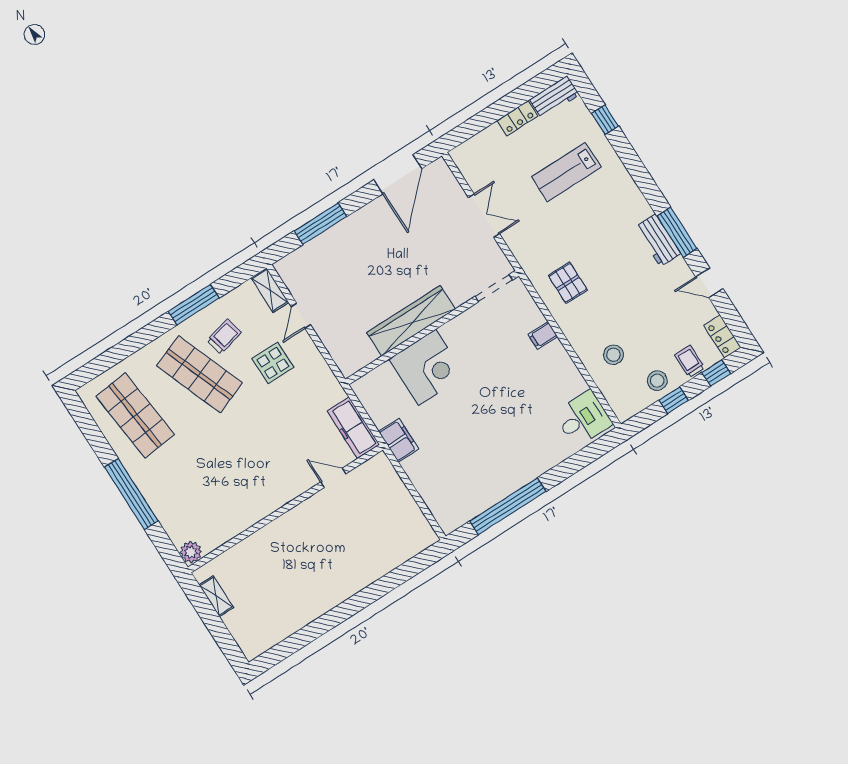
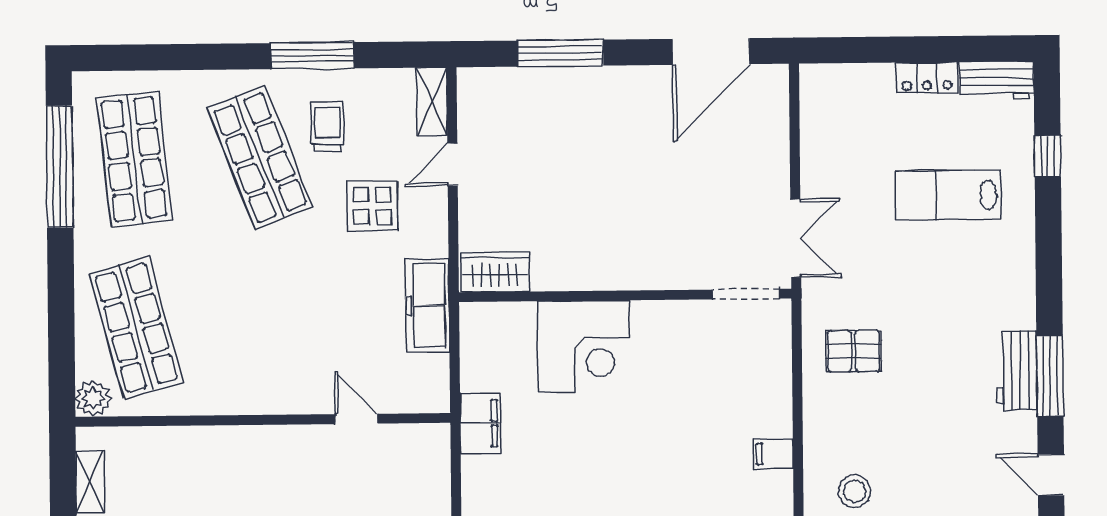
double door: (484, 216) -> (796, 238), moved
pallet: (568, 283) -> (854, 351), turned 90
wardrobe: (411, 321) -> (495, 272), moved, width x0.48, depth x0.85
filing cabinet: (543, 335) -> (773, 454), moved
trolley: (224, 336) -> (327, 126), turned -76
freezer: (353, 428) -> (427, 306), moved
window: (131, 494) -> (60, 167), moved
shop shelf: (190, 502) -> (136, 328), added

